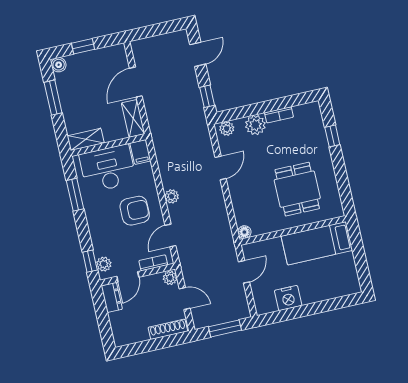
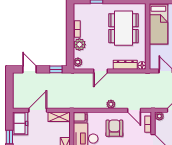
freezer: (108, 59) -> (20, 123), added
door: (136, 82) -> (38, 110), swing flipped
door: (221, 168) -> (100, 71), swing flipped
dining table: (297, 189) -> (123, 28), width x1.37
dresser: (239, 205) -> (125, 65), added

